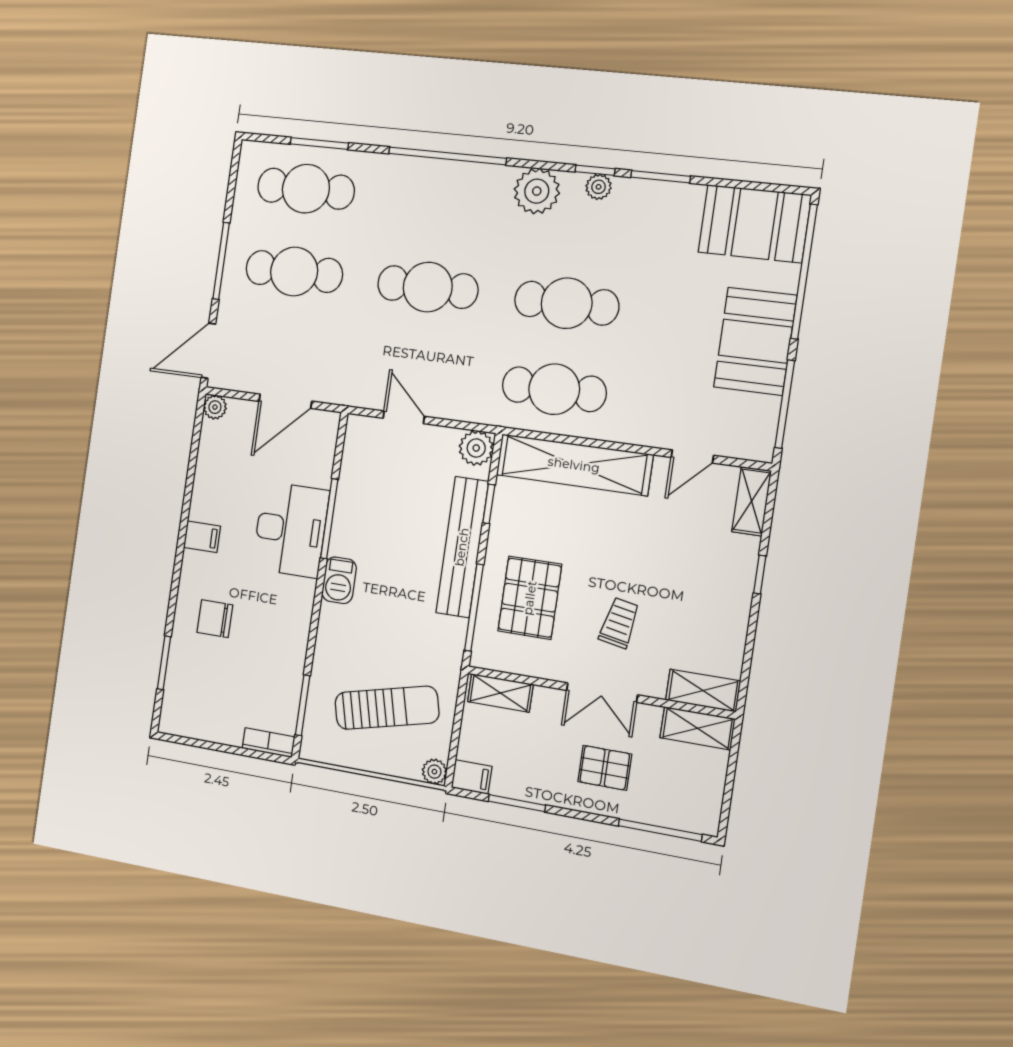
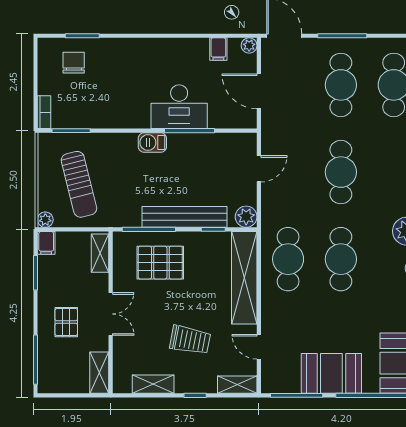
filing cabinet: (202, 537) -> (218, 49), moved
chair: (215, 619) -> (74, 63), moved
trolley: (619, 623) -> (190, 340), moved, width x1.36, depth x1.39
shelving: (703, 691) -> (153, 384), moved, turned 90
double door: (602, 693) -> (111, 314), swing flipped

